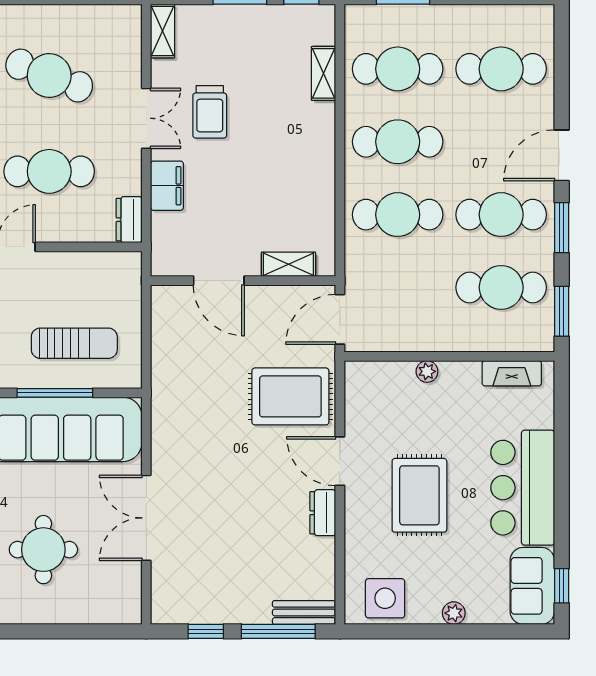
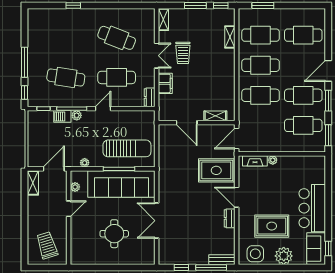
sun lounger: (74, 343) -> (127, 148), width x1.36, depth x1.34
fireplace: (512, 373) -> (255, 161), moved
rug: (419, 495) -> (272, 226), moved, turned 90
plant: (454, 613) -> (284, 256), width x1.87, depth x1.87

